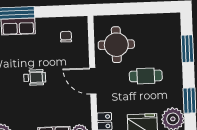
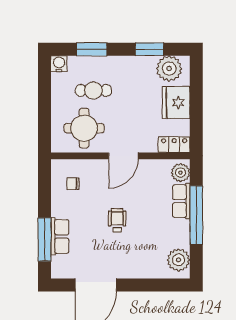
water cooler: (173, 20) -> (59, 64), added
cafe table: (146, 76) -> (93, 90), moved, turned 90

